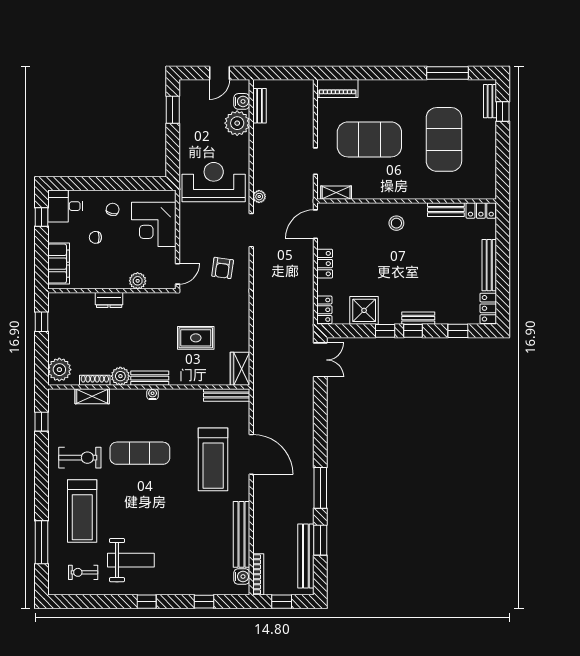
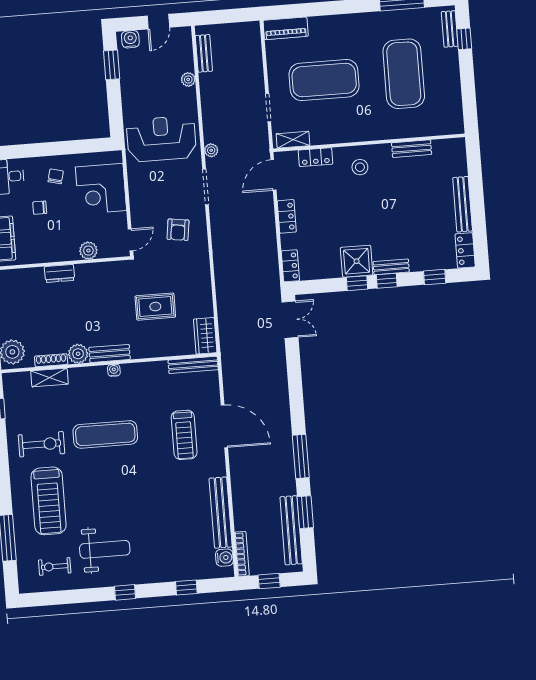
water cooler: (242, 101) -> (130, 39), moved, turned -90
plant: (237, 123) -> (188, 79), width x0.53, depth x0.53
locker: (481, 211) -> (316, 157), moved
shower: (364, 310) -> (357, 261), moved
treadmill: (213, 459) -> (184, 435), width x0.73, depth x0.73

